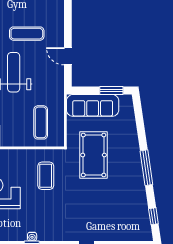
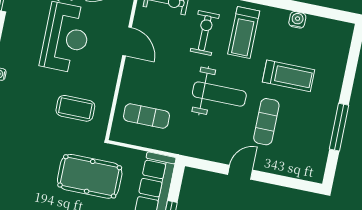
door: (68, 56) -> (240, 172), moved

